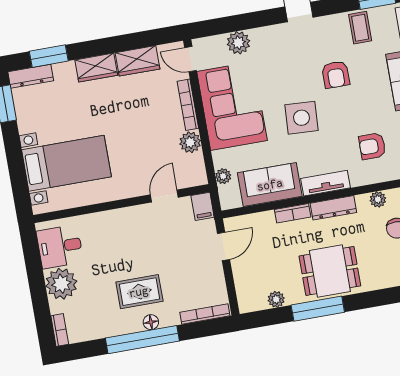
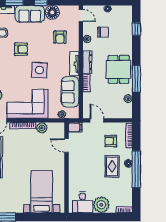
armchair: (188, 280) -> (111, 141), added

